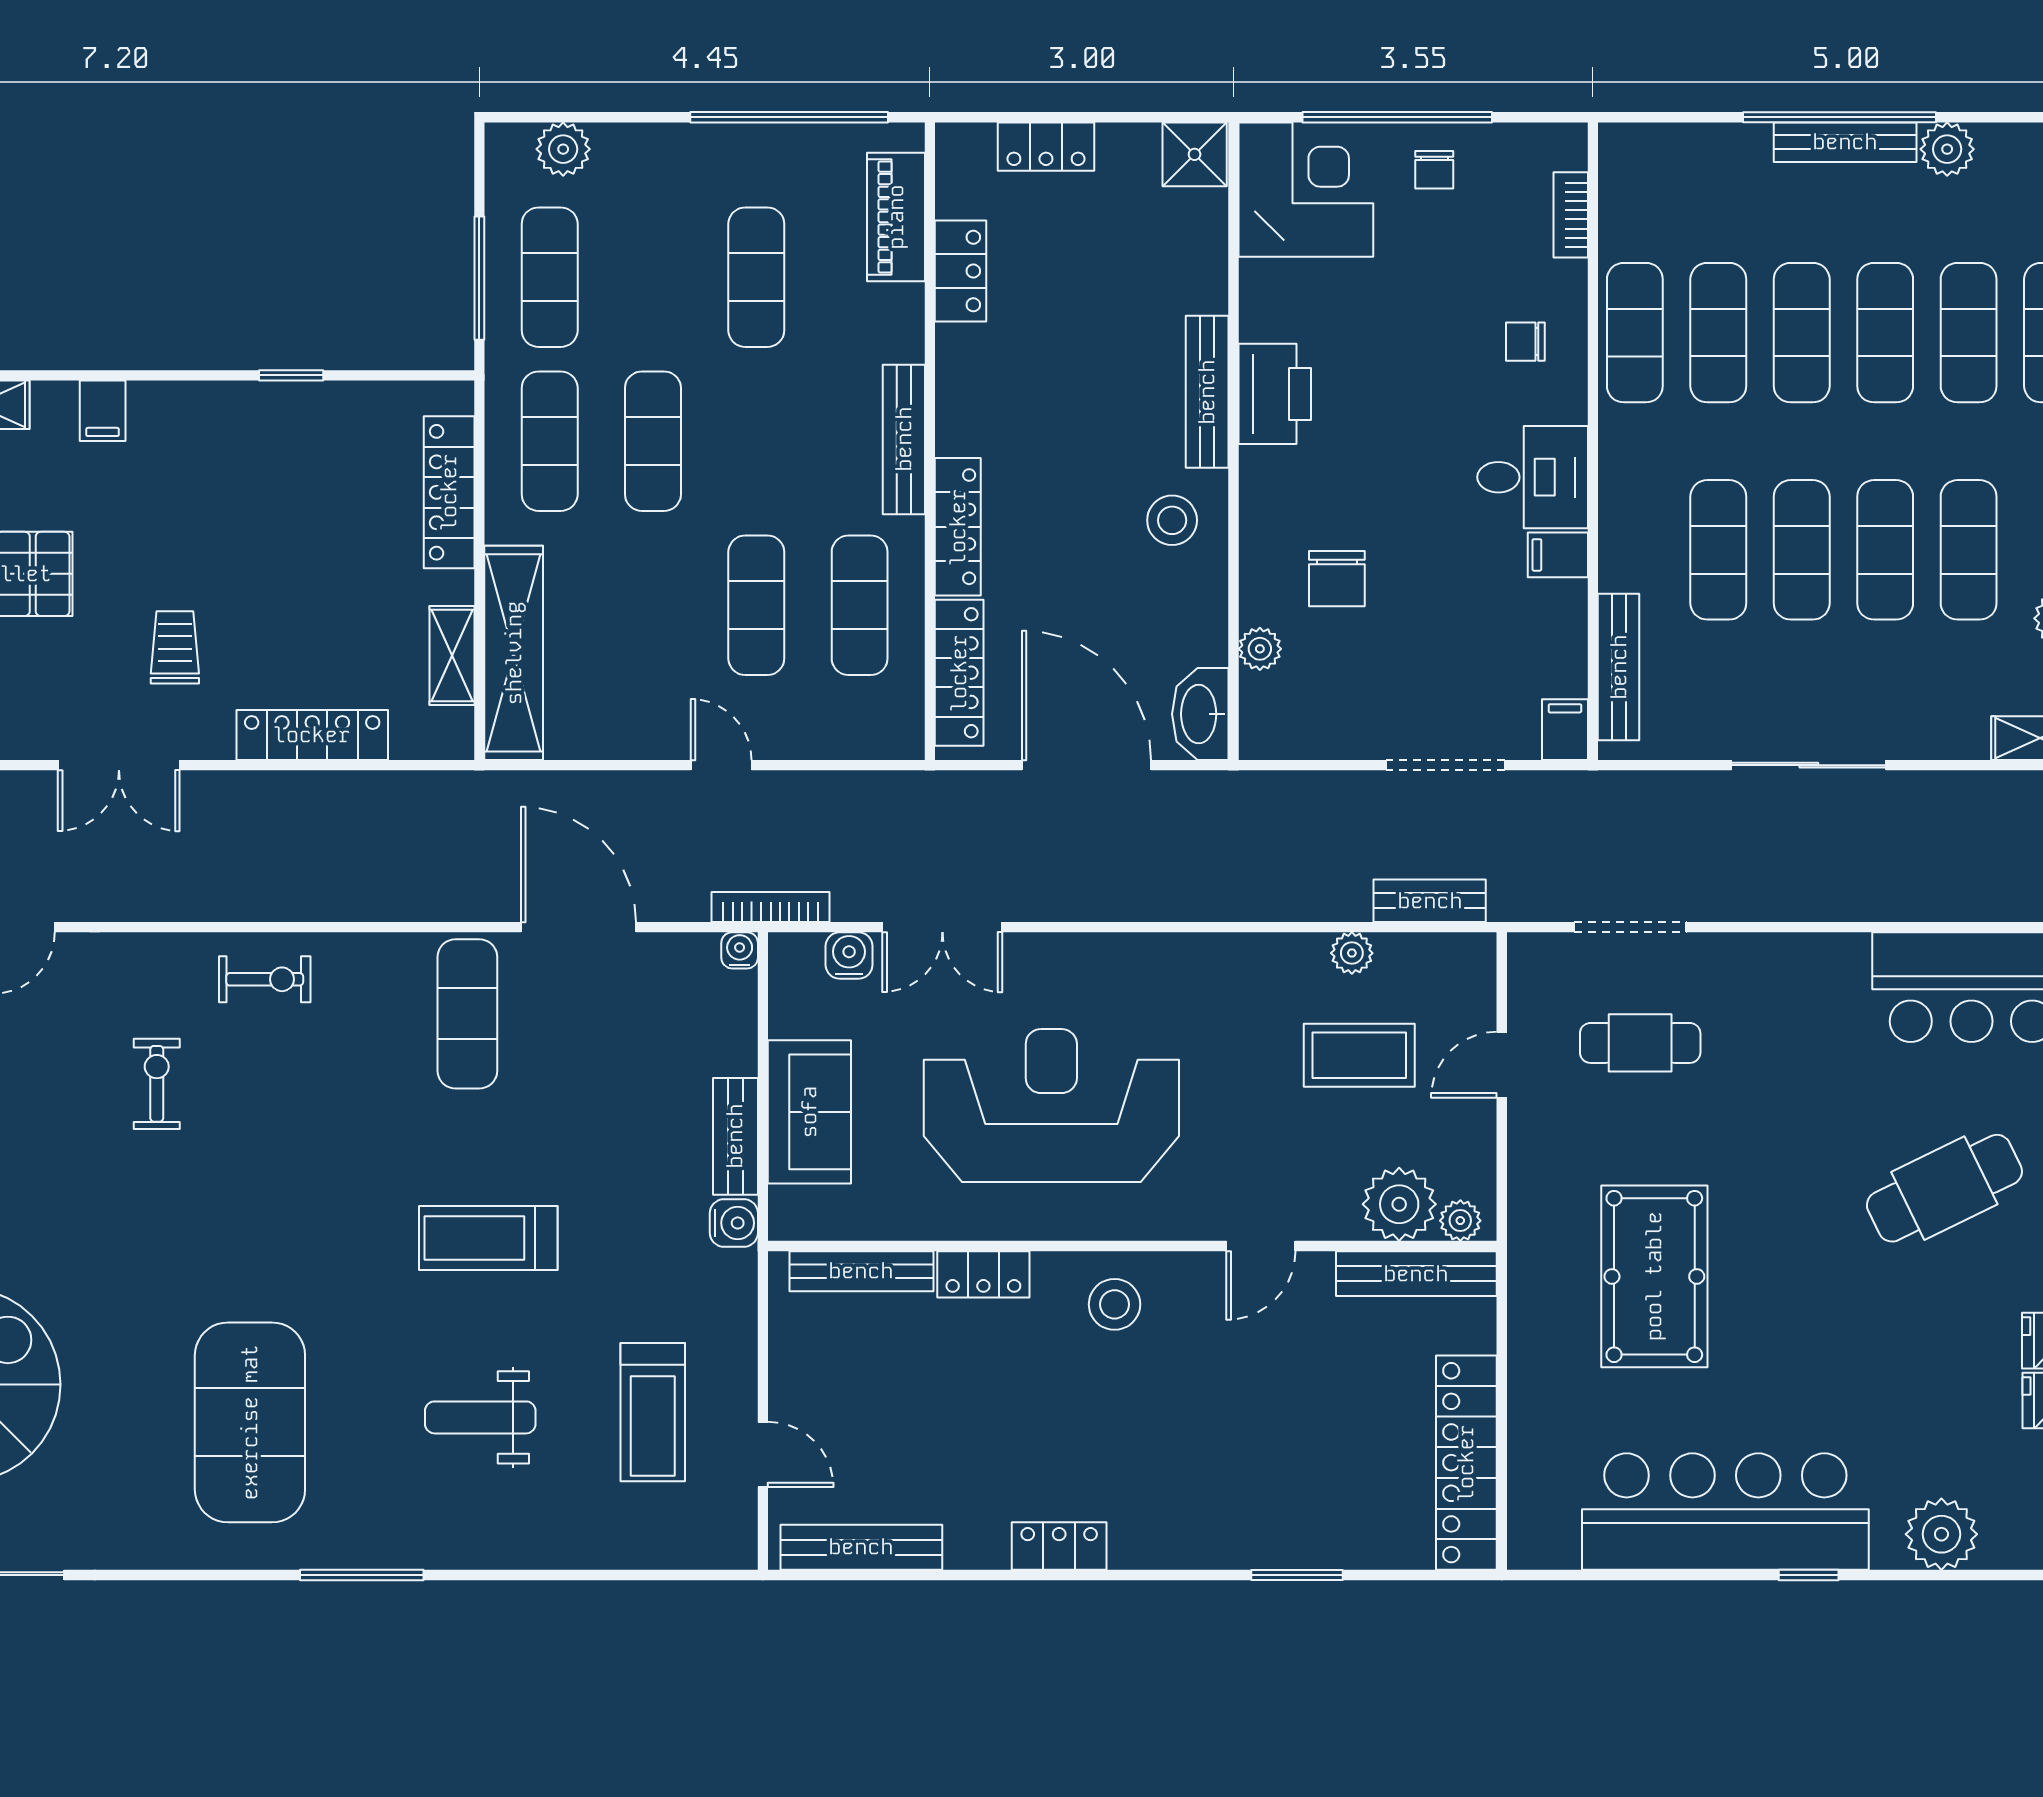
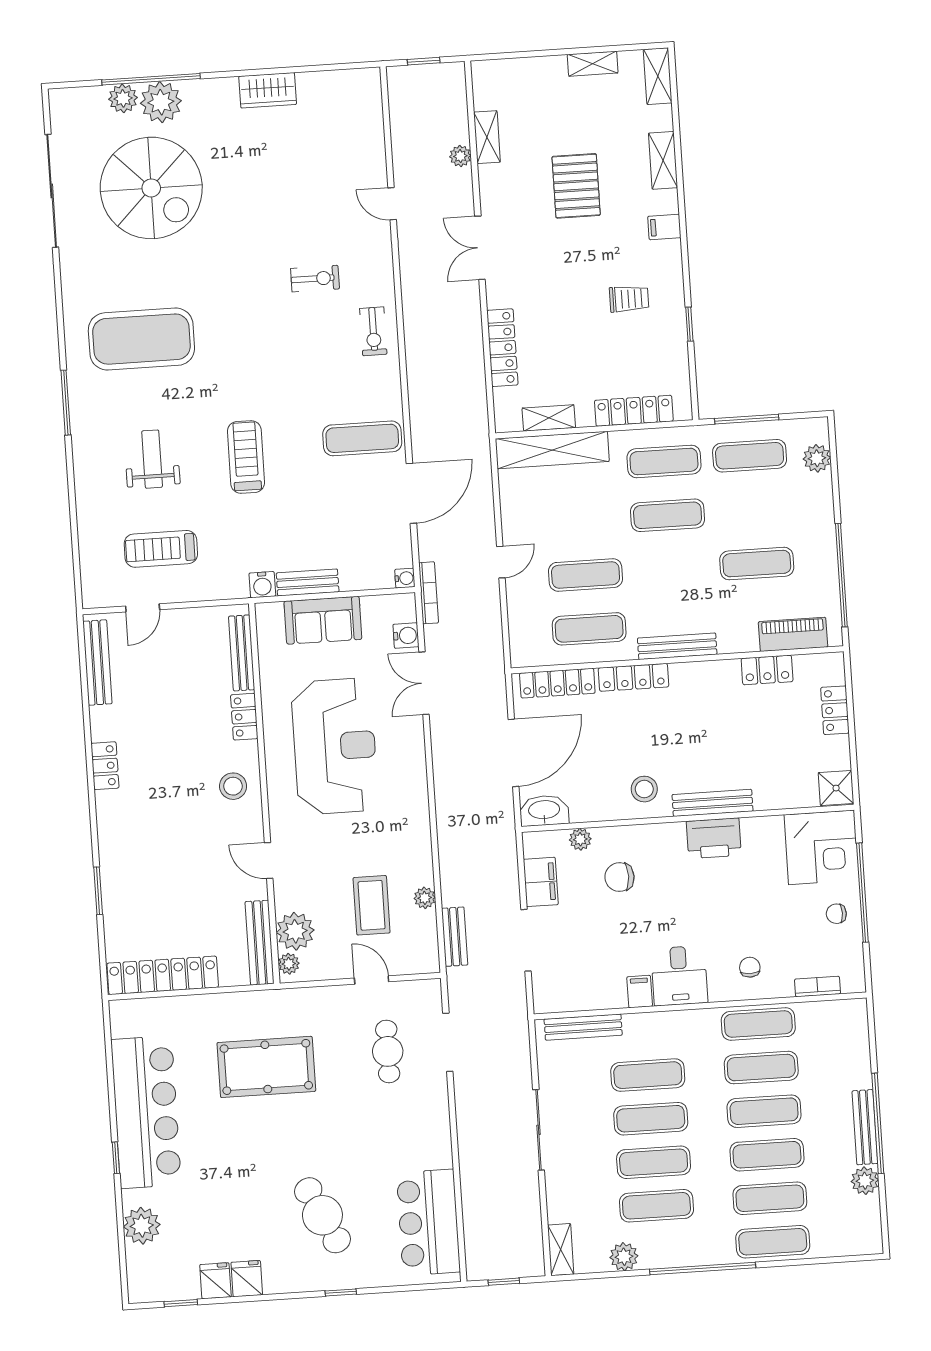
trolley: (175, 647) -> (629, 299), moved
filing cabinet: (1565, 730) -> (541, 882), moved, width x2.00

